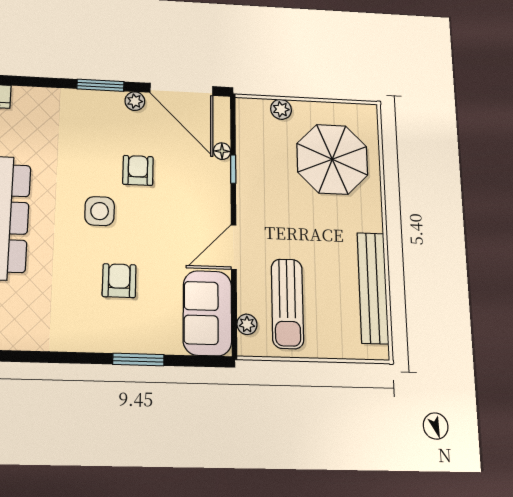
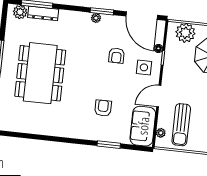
plant: (135, 101) -> (96, 18), moved
plant: (281, 109) -> (185, 33), width x1.88, depth x1.88
armchair: (138, 170) -> (116, 56), turned 180
side table: (100, 211) -> (144, 67), moved

